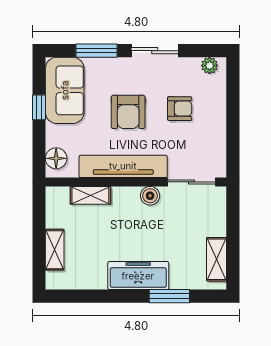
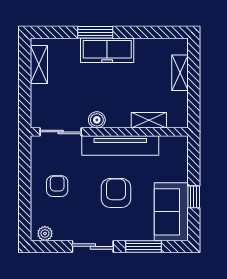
armchair: (180, 109) -> (57, 186), moved, turned 90
floor lamp: (56, 158) -> (179, 152), removed
window: (169, 296) -> (95, 32), moved

